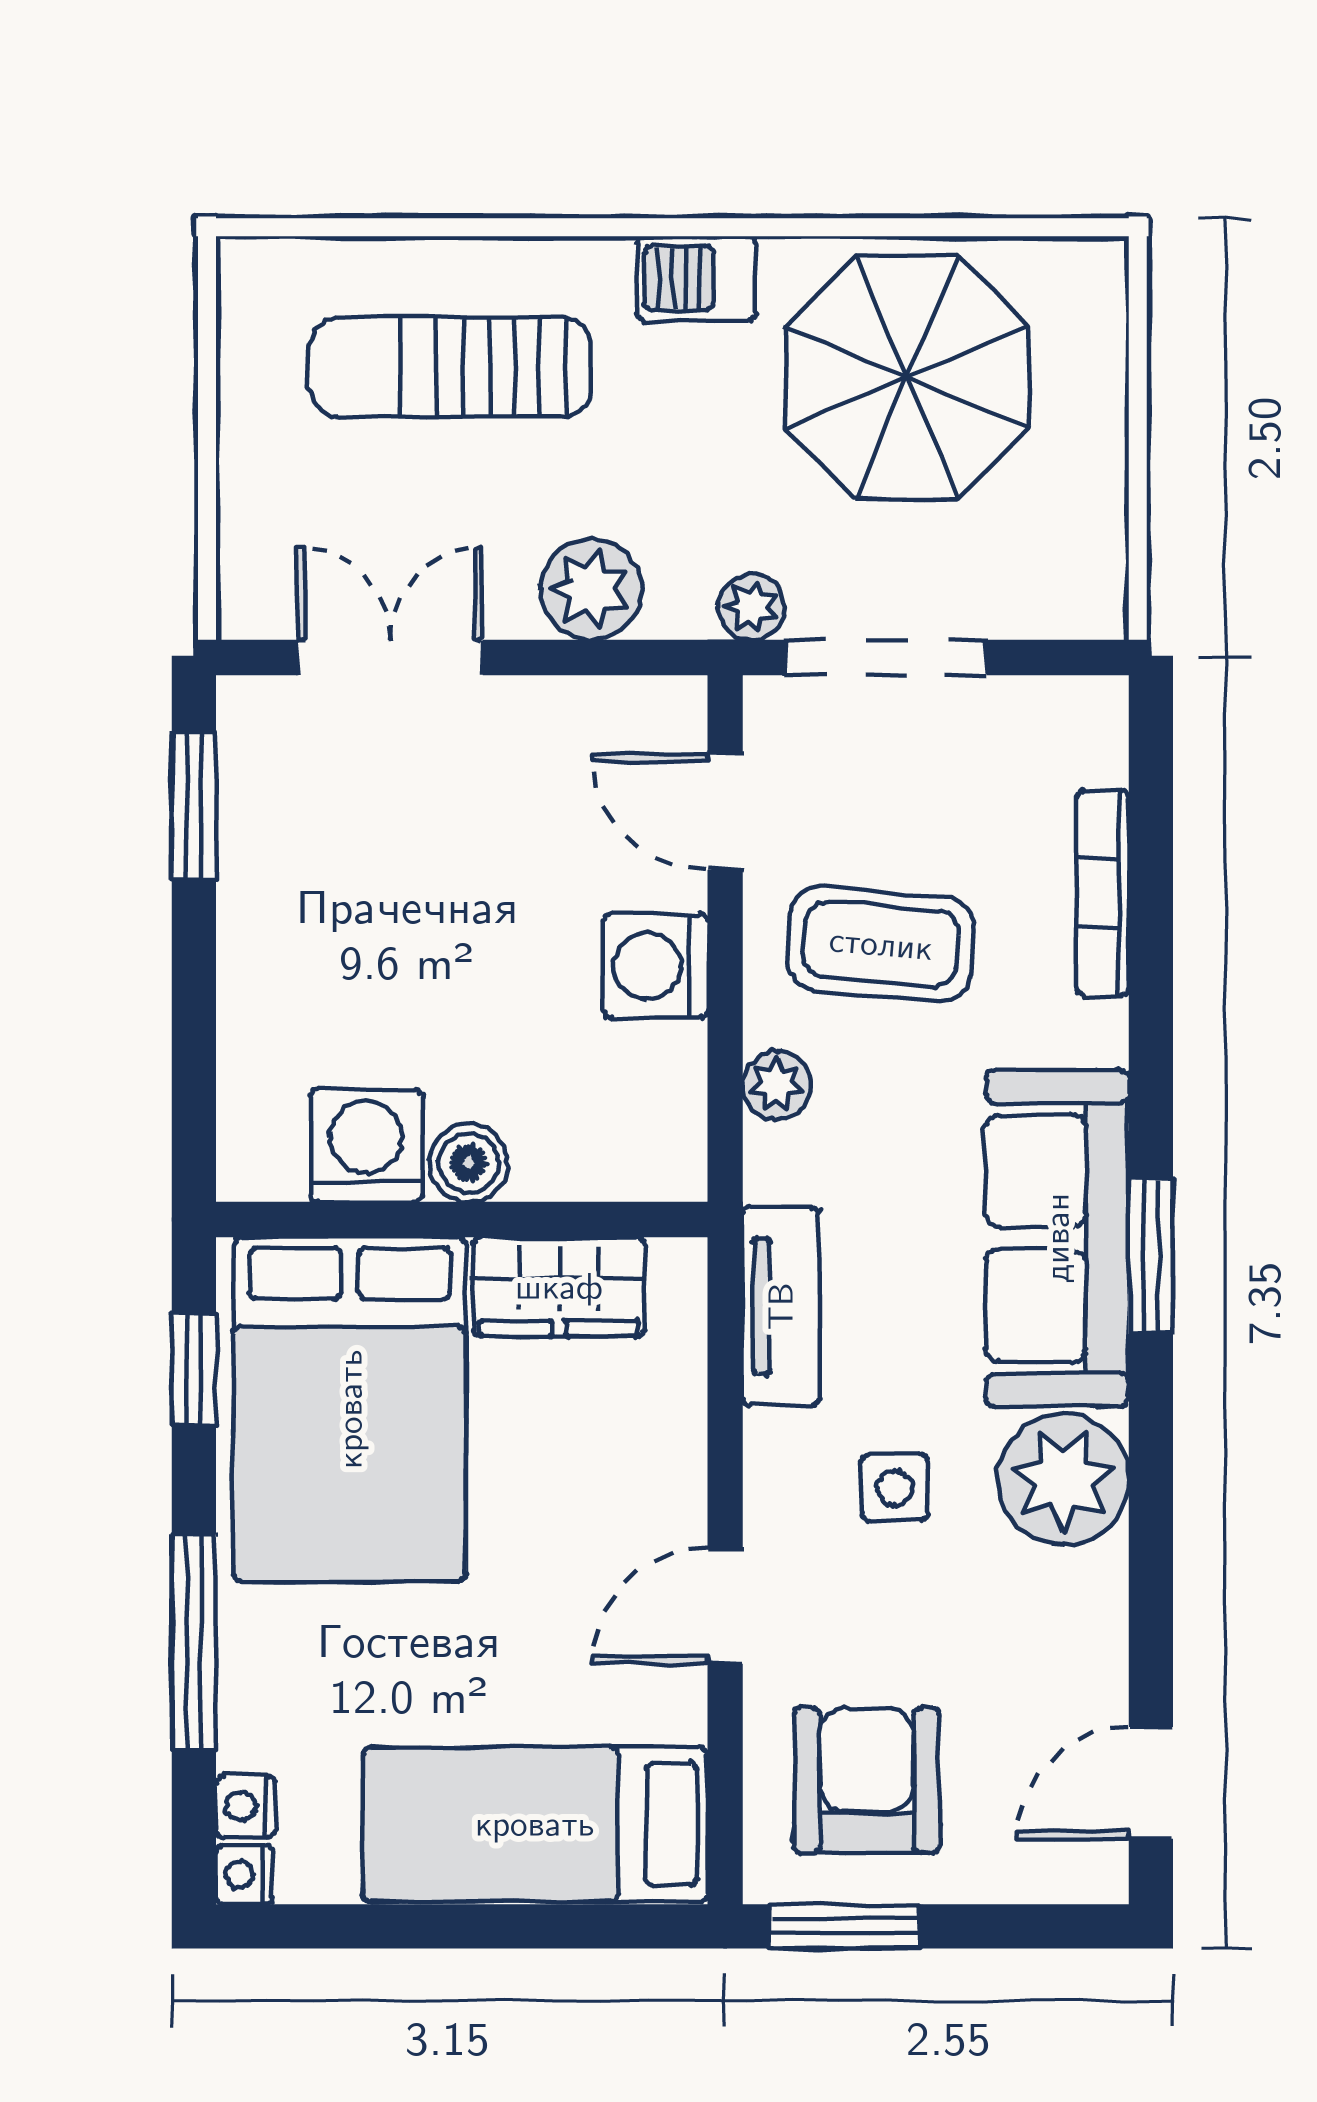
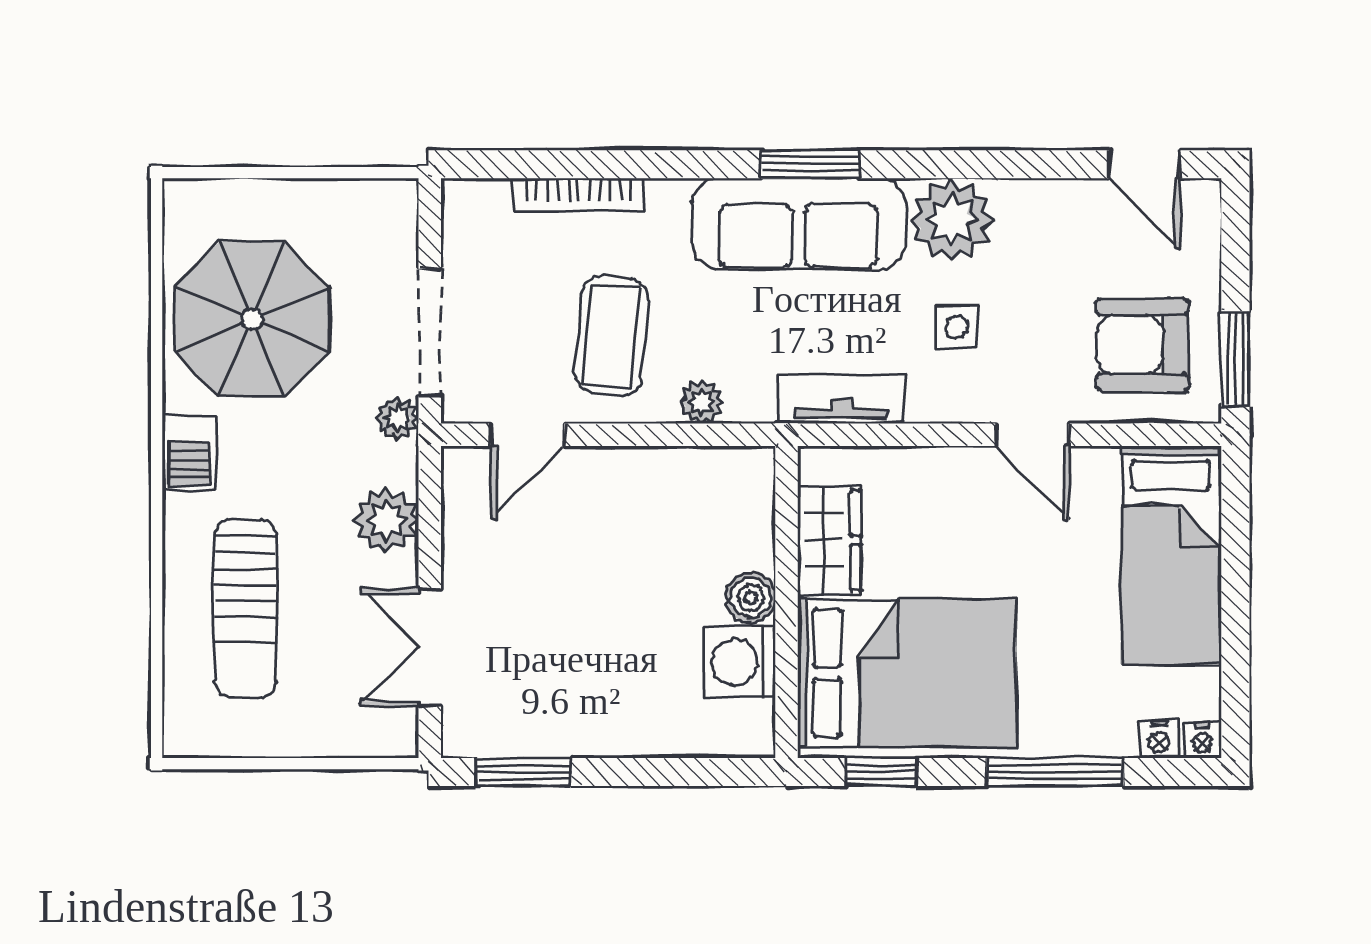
washing machine: (655, 965) -> (625, 479), removed

